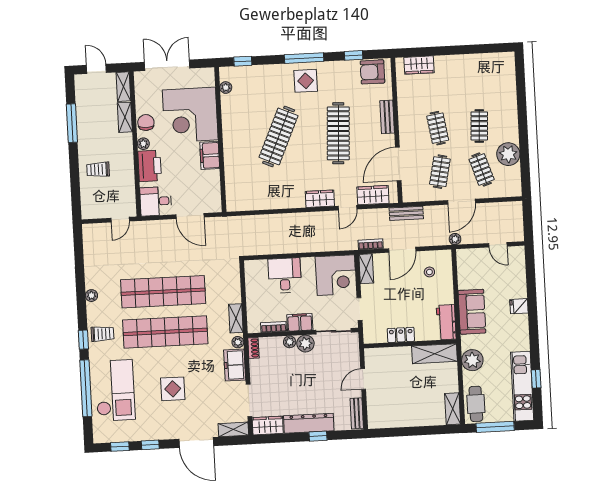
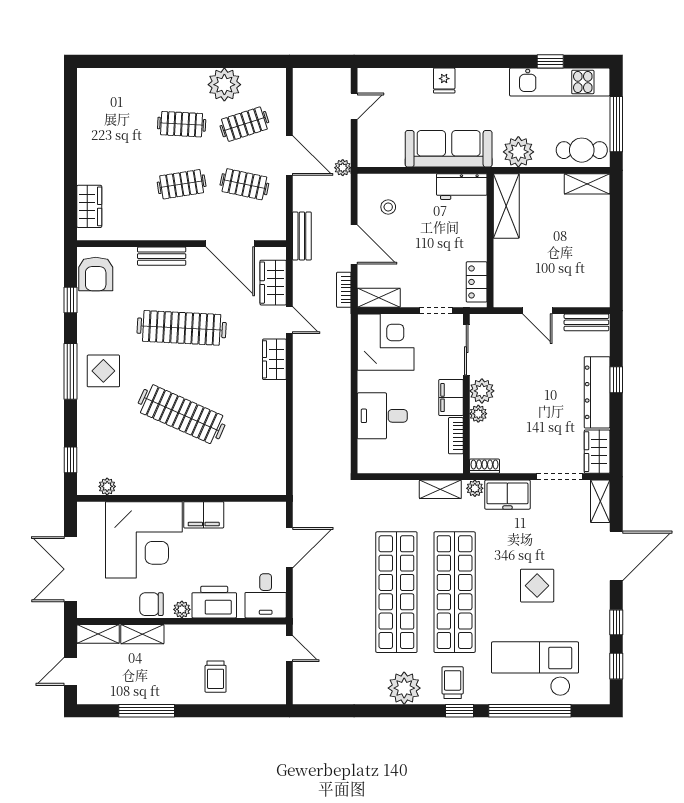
plant: (91, 296) -> (404, 688), width x1.88, depth x1.88
sofa: (472, 312) -> (449, 149), width x1.36
locker: (401, 335) -> (477, 282), moved

